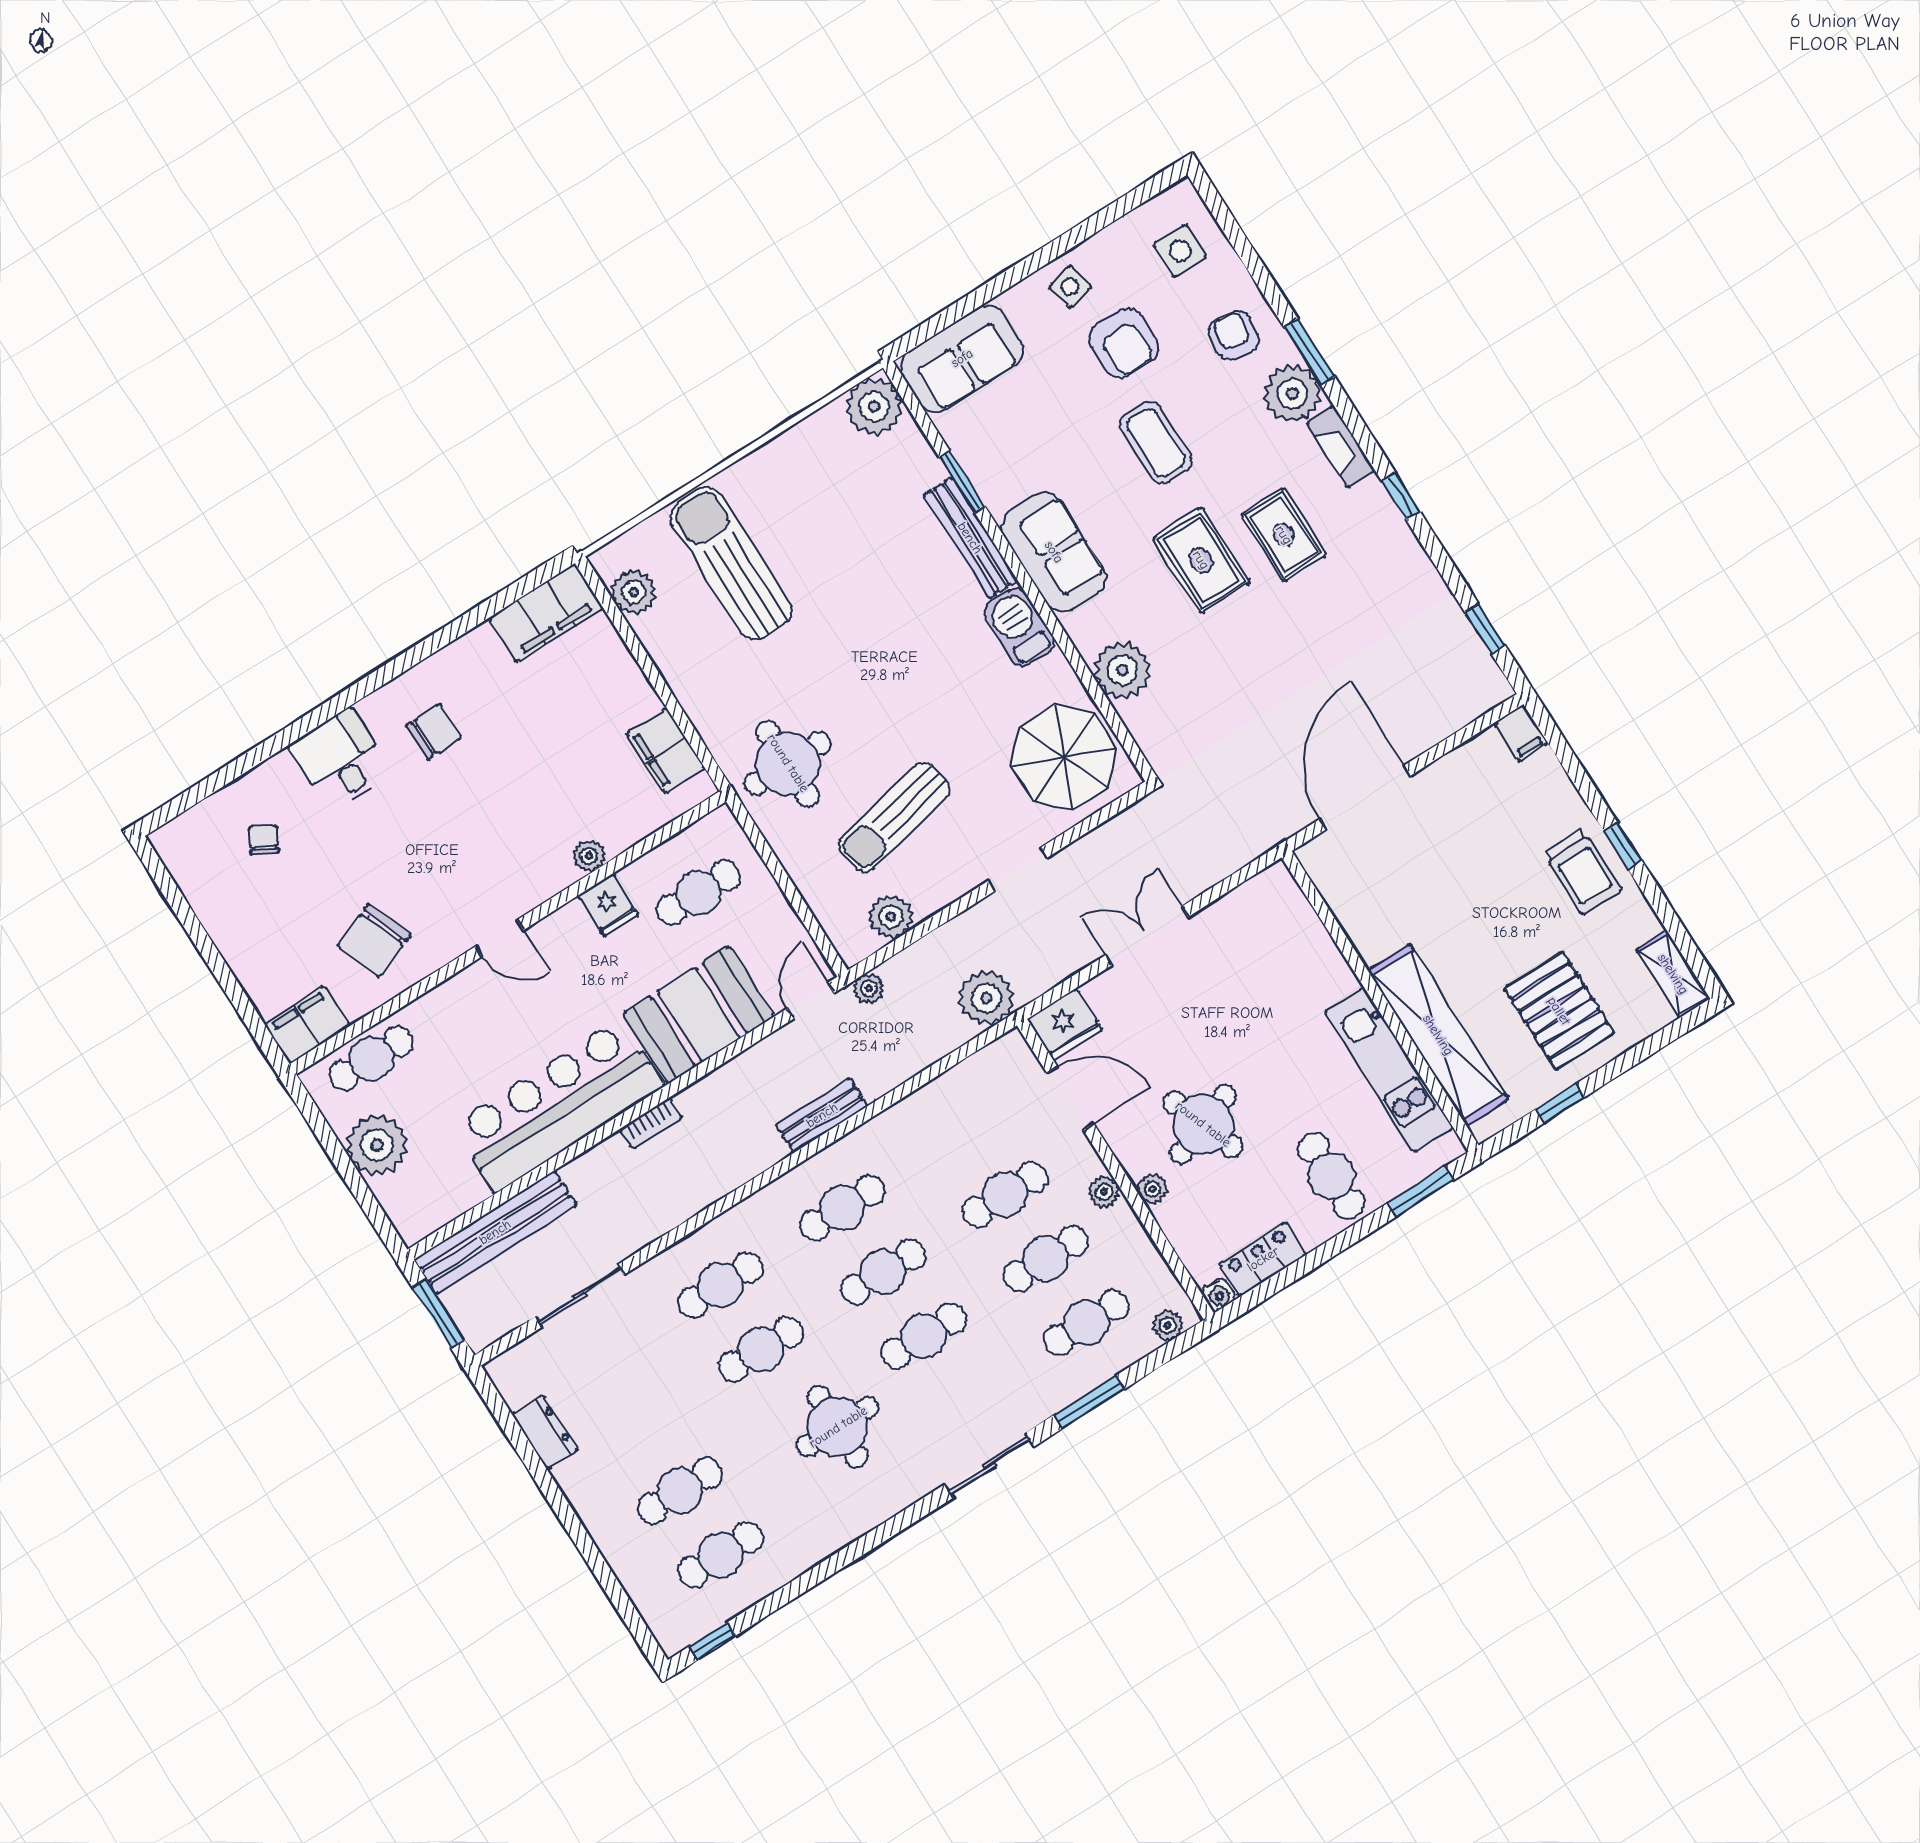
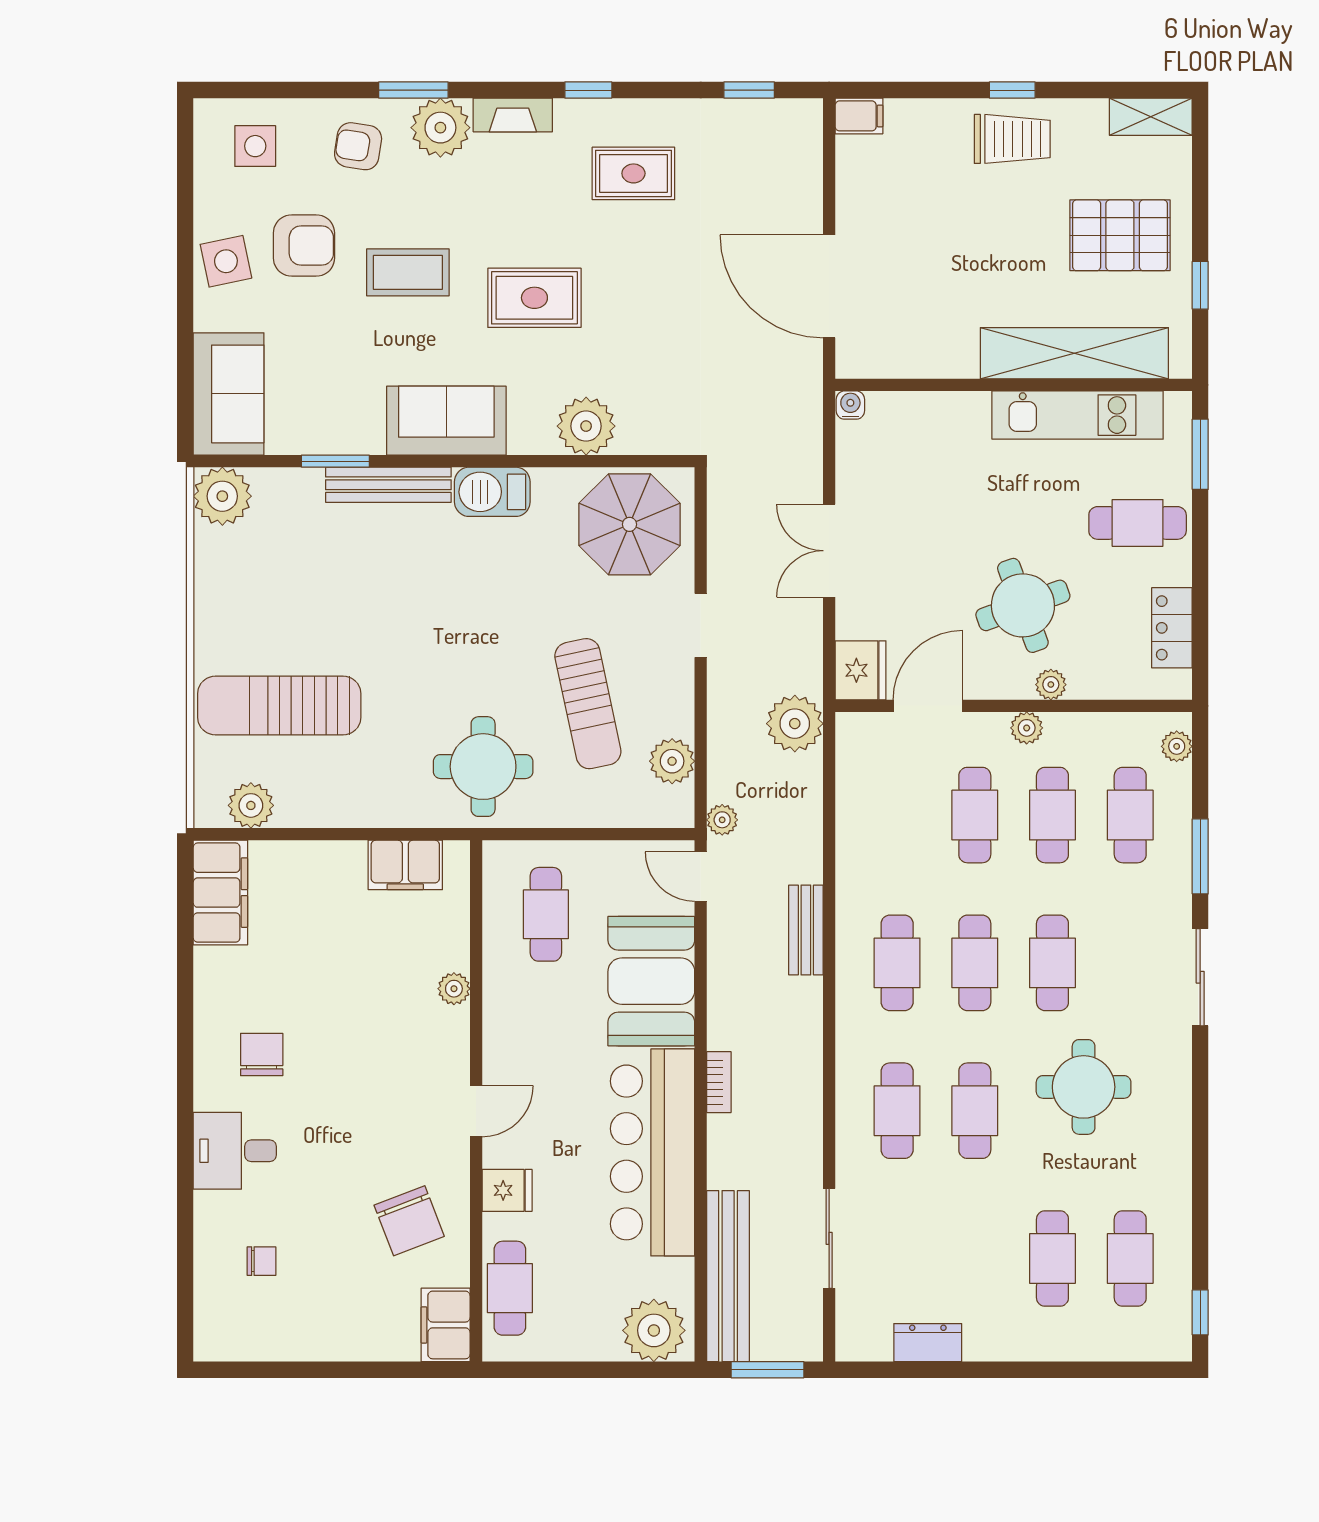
side table: (1070, 287) -> (226, 261), width x1.37, depth x1.37
rug: (1284, 535) -> (633, 173), moved
chair: (263, 840) -> (261, 1261), turned 152
fridge: (608, 905) -> (507, 1190), moved
plant: (377, 1145) -> (654, 1330), moved
water cooler: (1218, 1294) -> (850, 405), moved, turned -90

